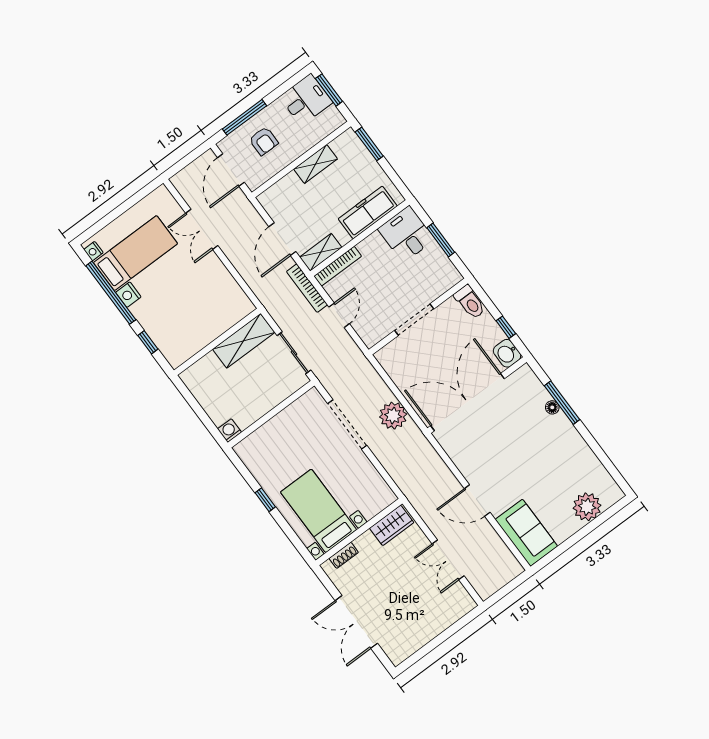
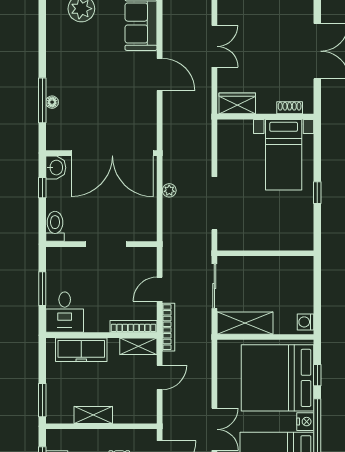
door: (282, 239) -> (160, 377), width x0.73
bed: (180, 314) -> (277, 378), added
plant: (393, 416) -> (169, 190), width x0.53, depth x0.53
washing machine: (229, 431) -> (305, 322), moved, turned 90

